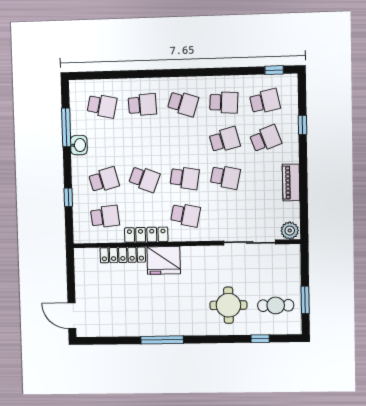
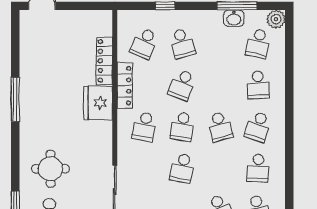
plant: (78, 89) -> (276, 19), added
school desk: (225, 140) -> (220, 127), moved
washbasin: (79, 145) -> (234, 18), moved
school desk: (105, 217) -> (144, 43), turned 30

